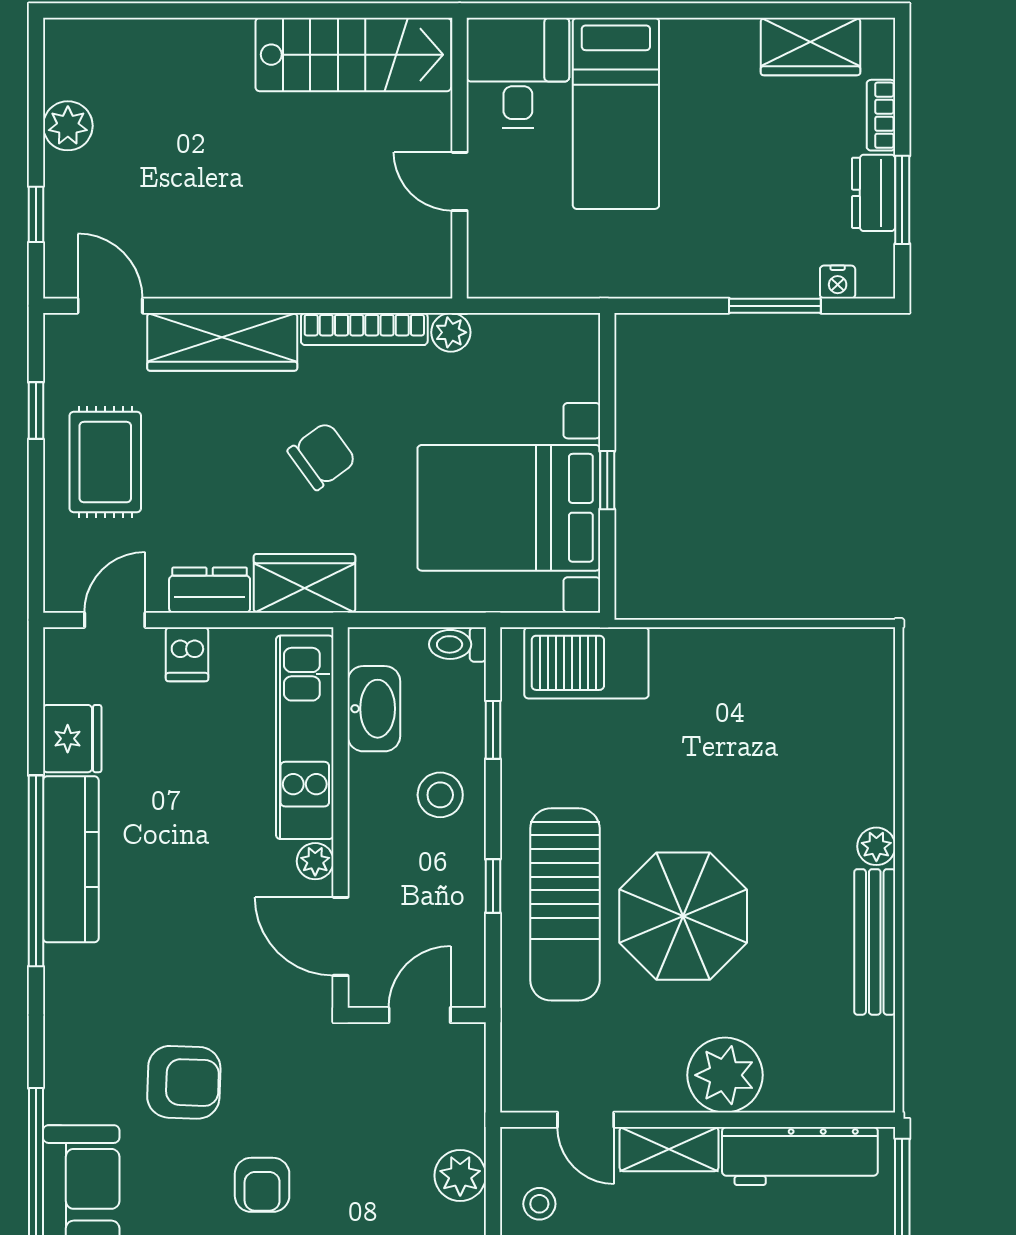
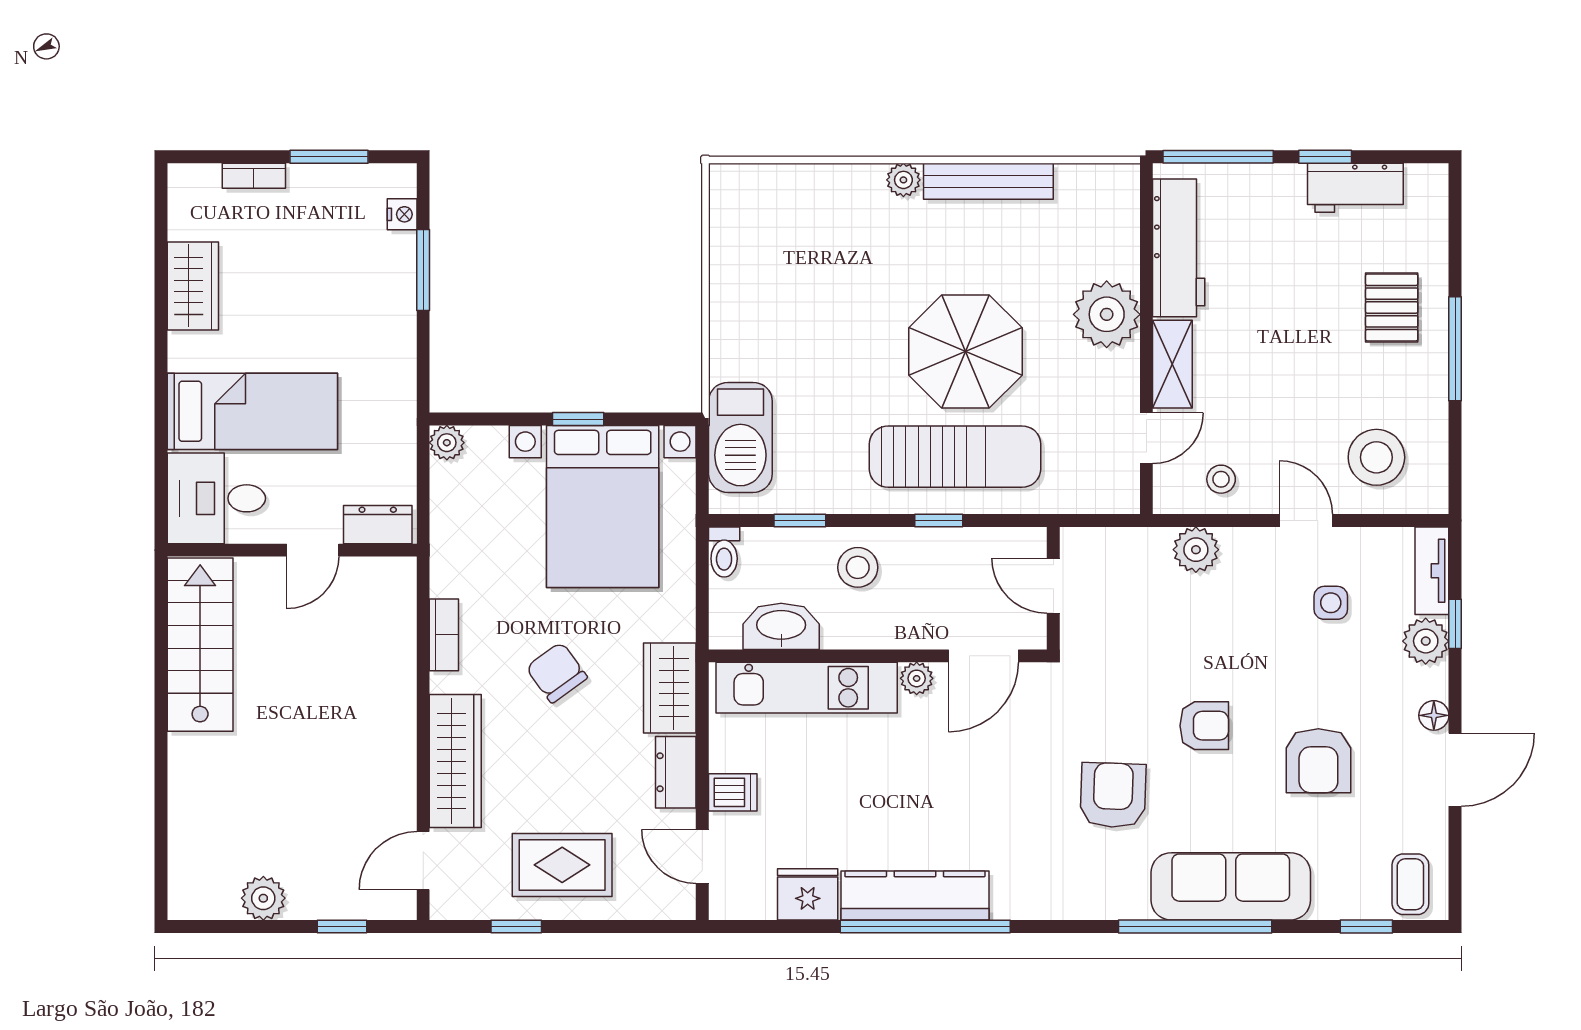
wardrobe: (810, 47) -> (193, 286), moved
dresser: (874, 193) -> (378, 525), moved, turned 180
bookcase: (364, 329) -> (444, 635), width x0.64
plant: (451, 332) -> (447, 443), moved

